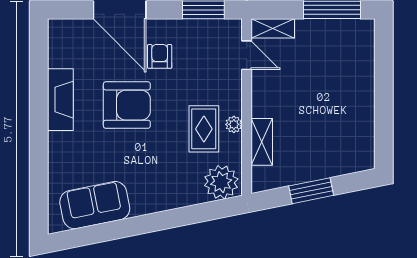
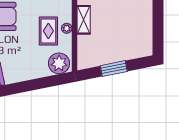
shelving: (262, 142) -> (84, 20), moved

